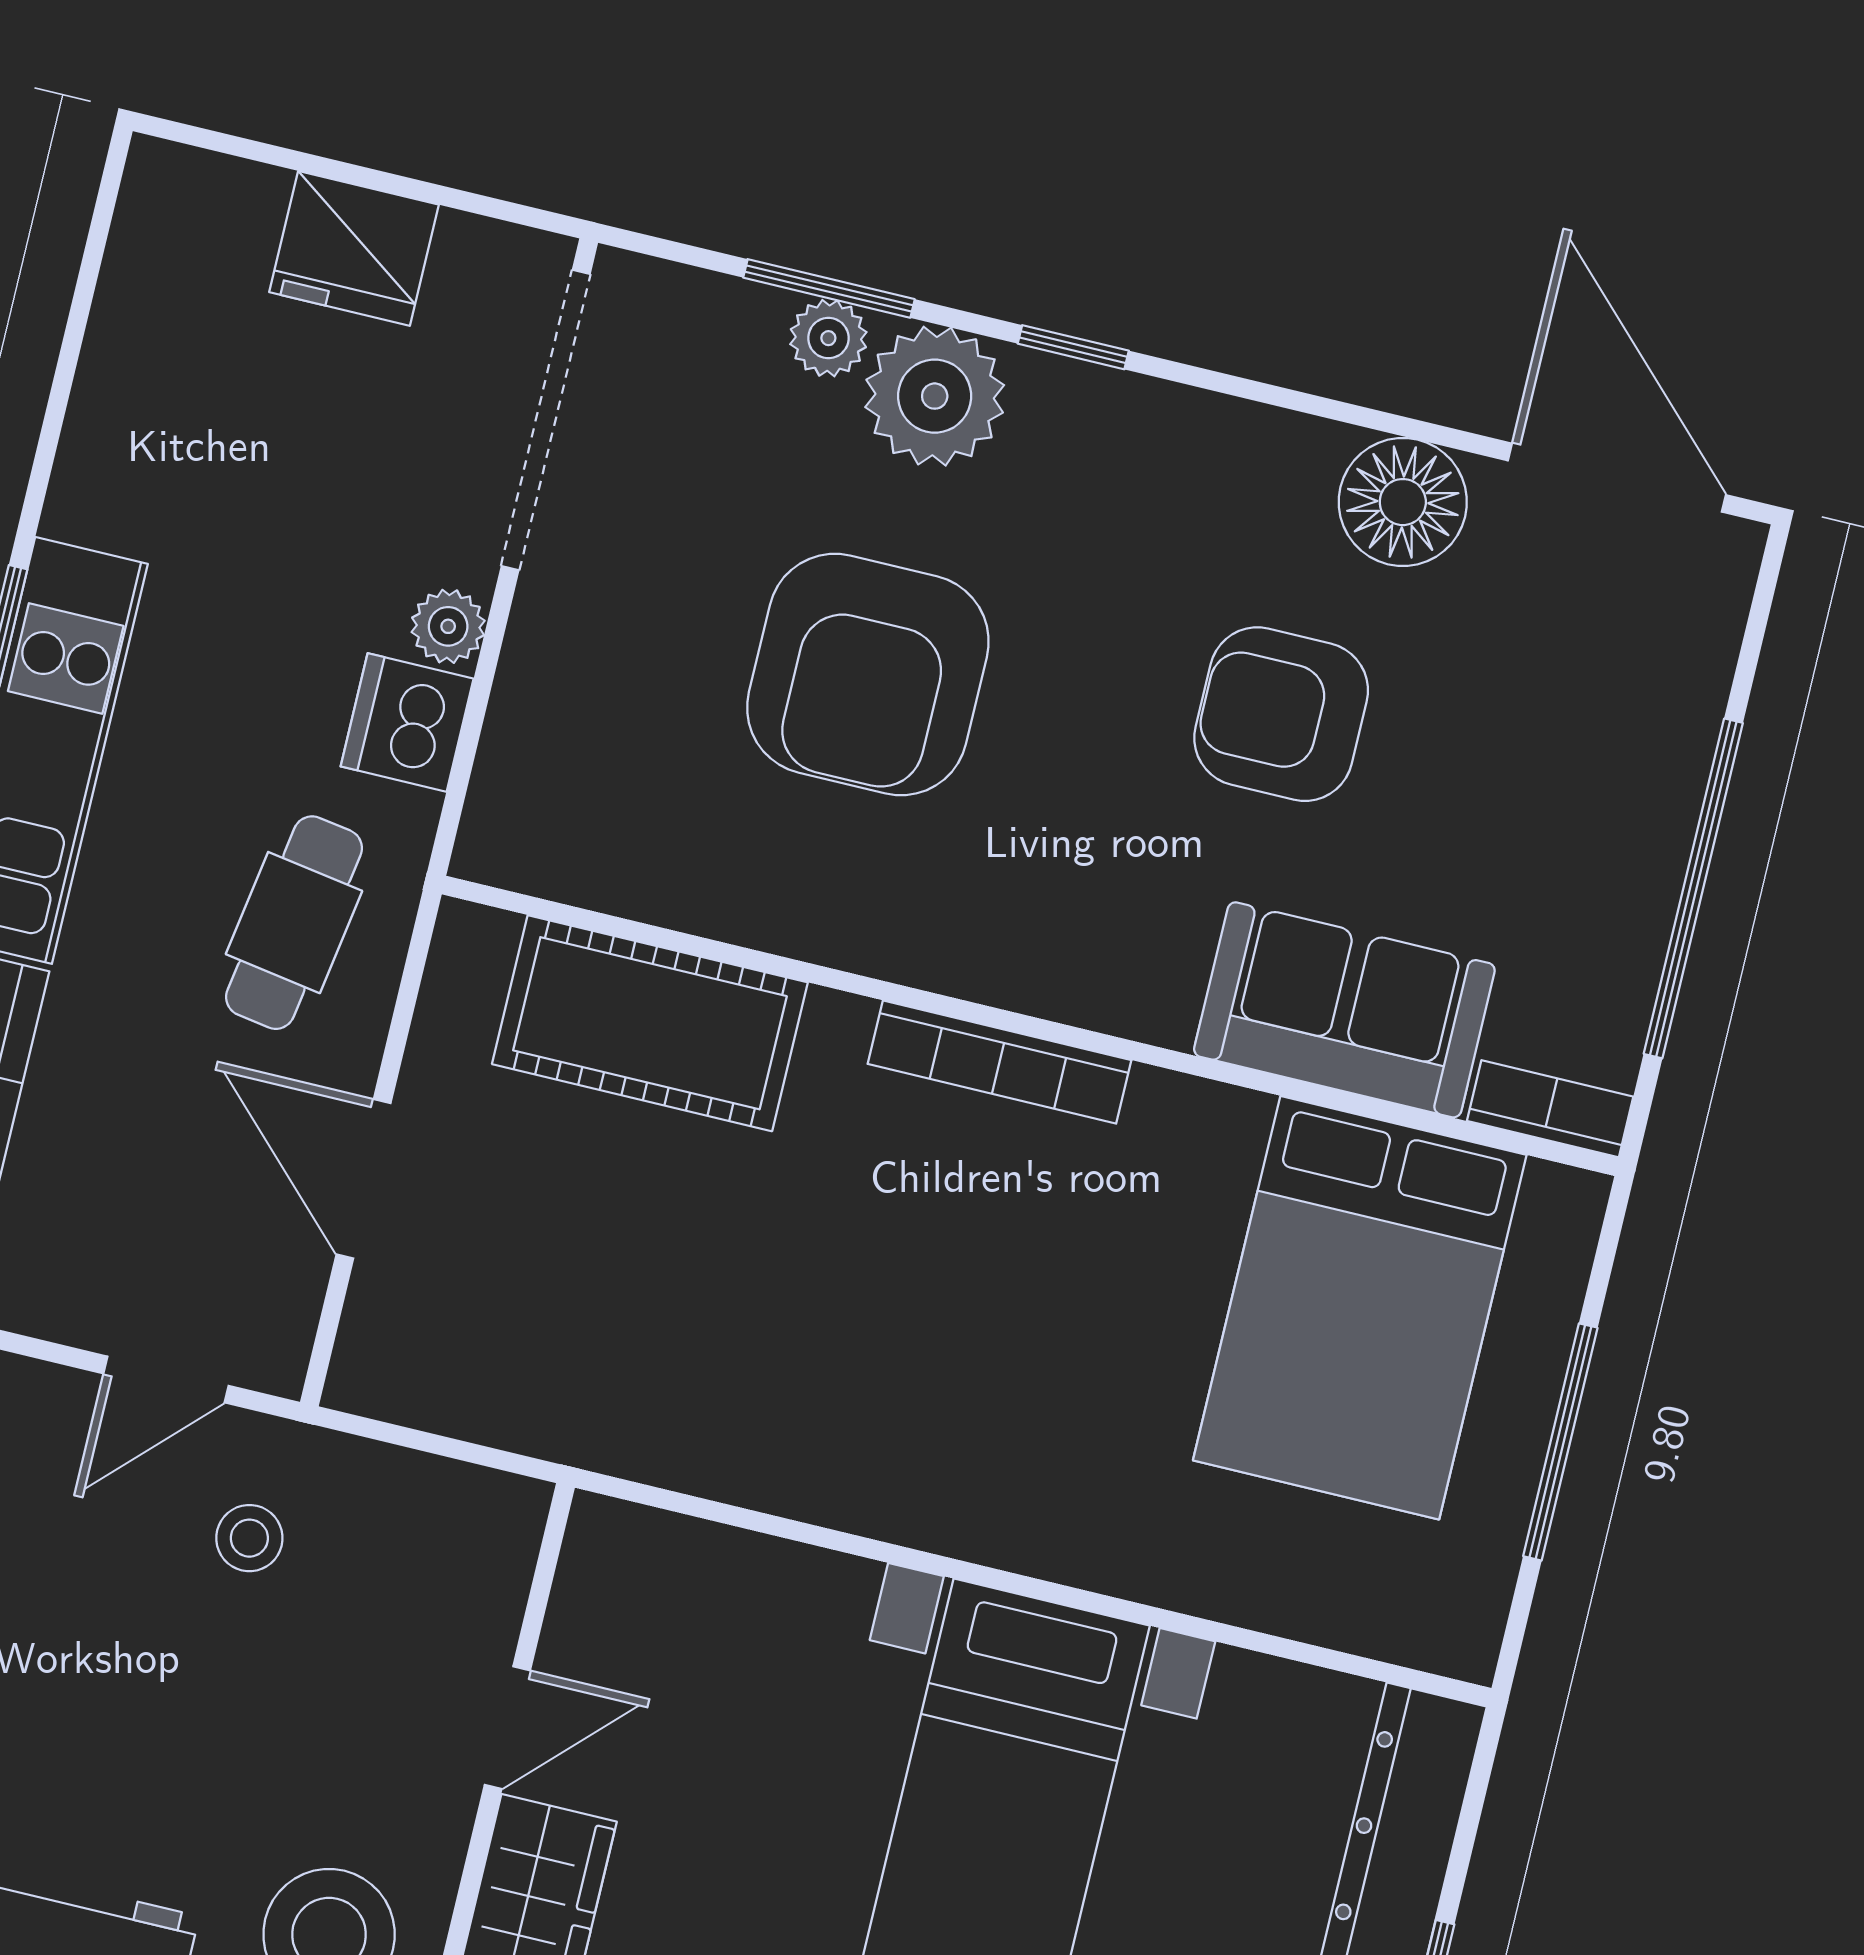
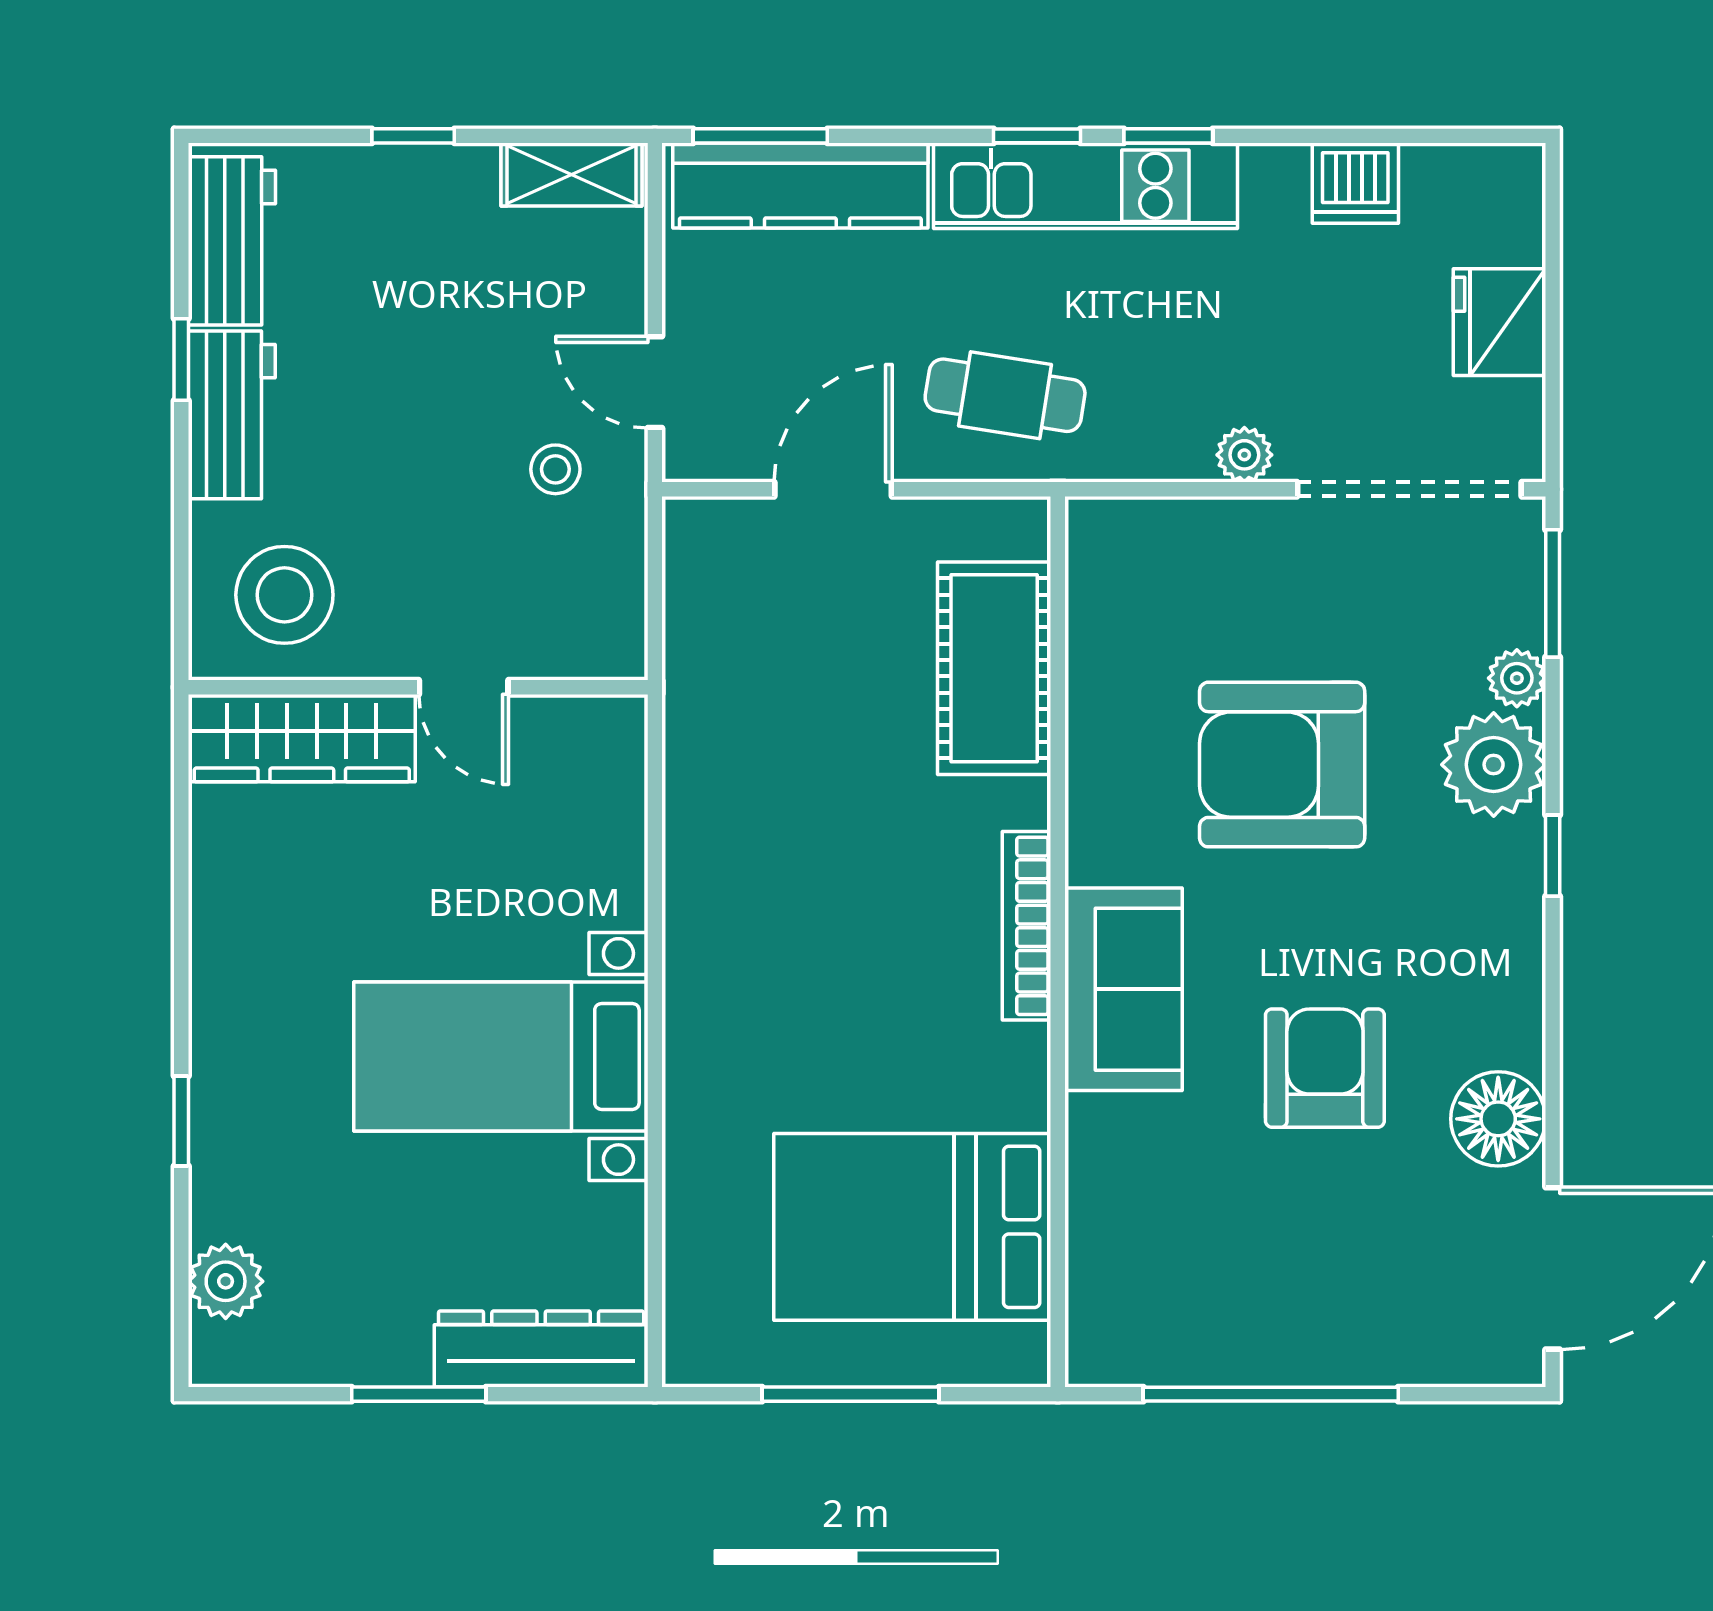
window: (829, 288) -> (1553, 593), moved
dishwasher: (407, 722) -> (1355, 183), moved, turned 180
sofa: (1344, 1010) -> (1123, 989), moved
bookcase: (1550, 1109) -> (1088, 1329), removed

